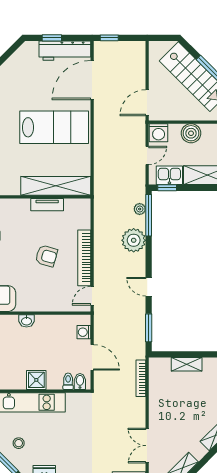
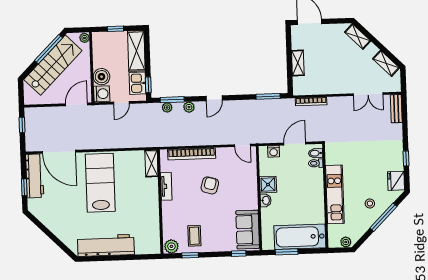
window: (109, 38) -> (22, 125), moved
door: (147, 103) -> (77, 104), swing flipped
boiler: (191, 133) -> (102, 77), moved
door: (147, 155) -> (121, 103), swing flipped
shelving: (56, 186) -> (151, 163), width x0.45, depth x0.75
window: (149, 215) -> (172, 100), width x0.69
plant: (134, 240) -> (189, 107), width x0.53, depth x0.53
bookcase: (84, 258) -> (192, 154), moved
door: (149, 287) -> (214, 98), moved
shower: (36, 380) -> (268, 185), moved

